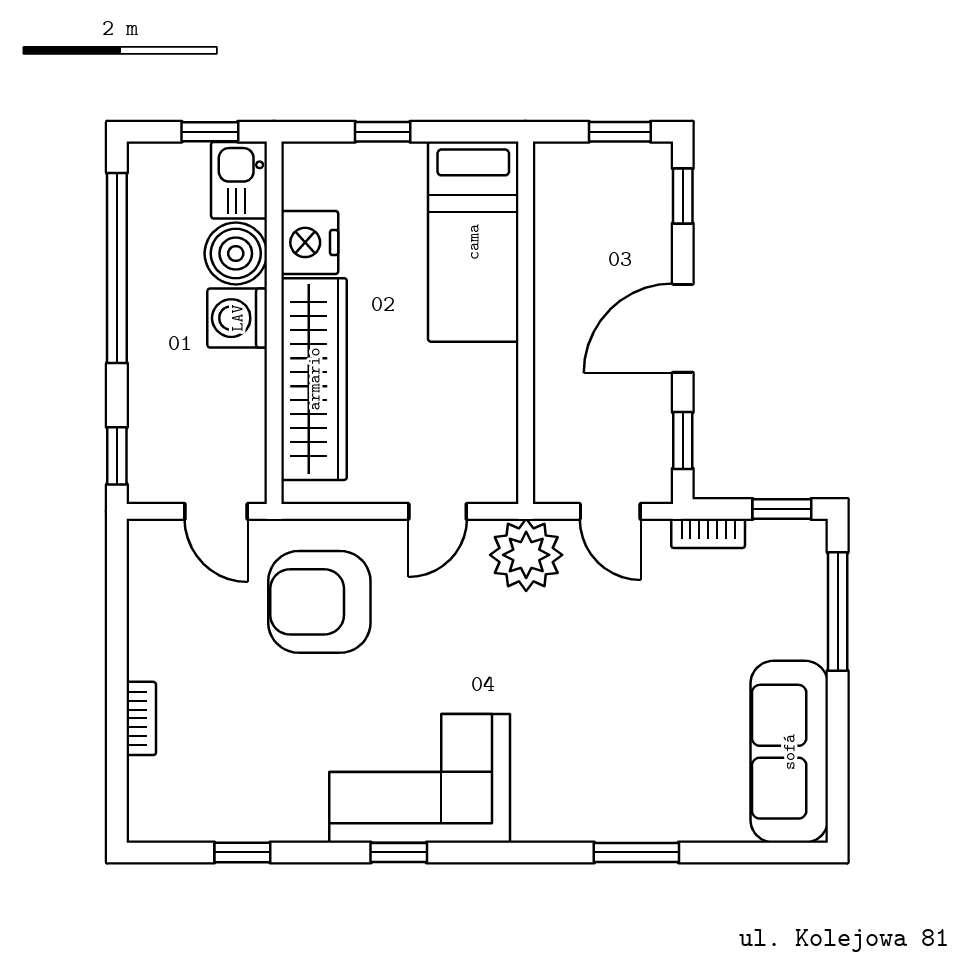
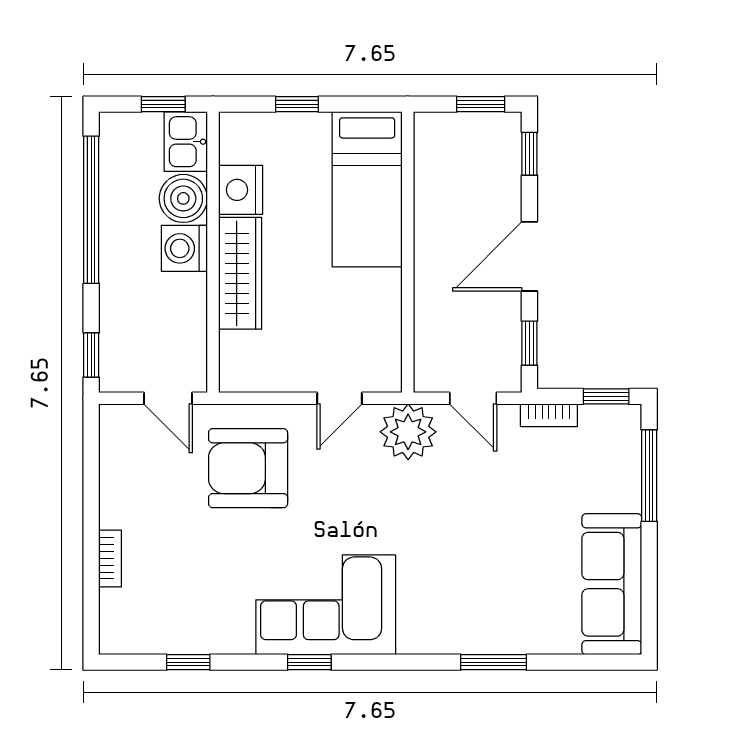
wardrobe: (314, 379) -> (240, 273), width x0.71, depth x0.85

